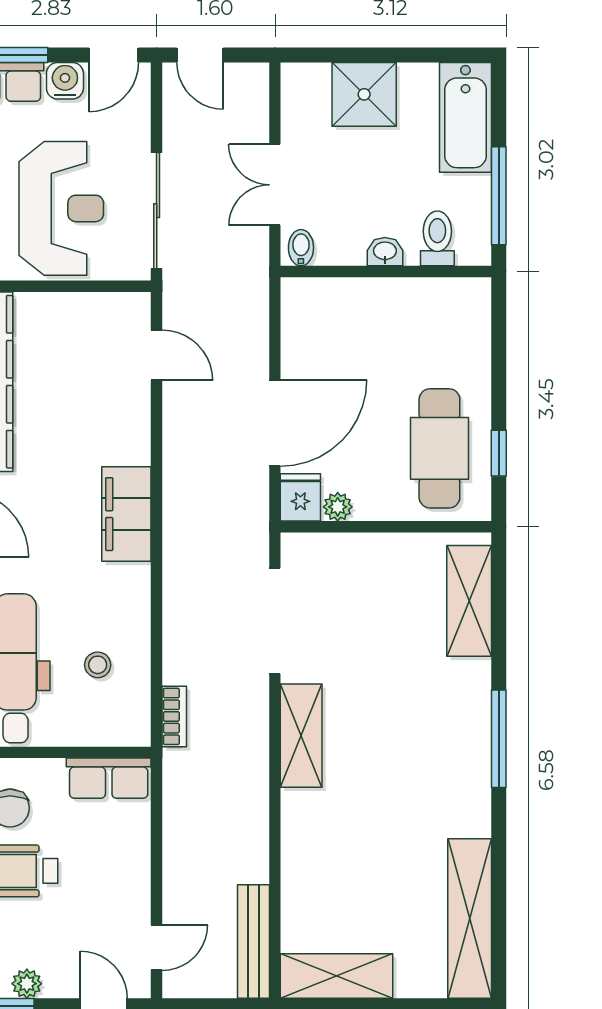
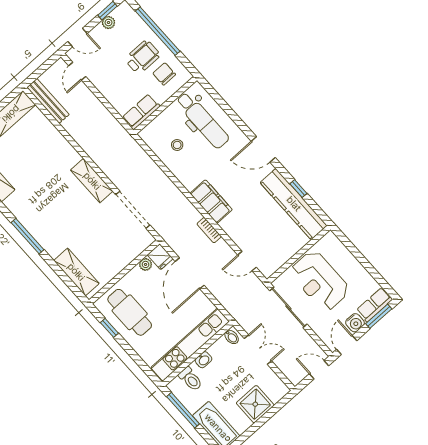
kitchen unit: (385, 299) -> (190, 345), added
bookcase: (174, 716) -> (209, 230), moved

